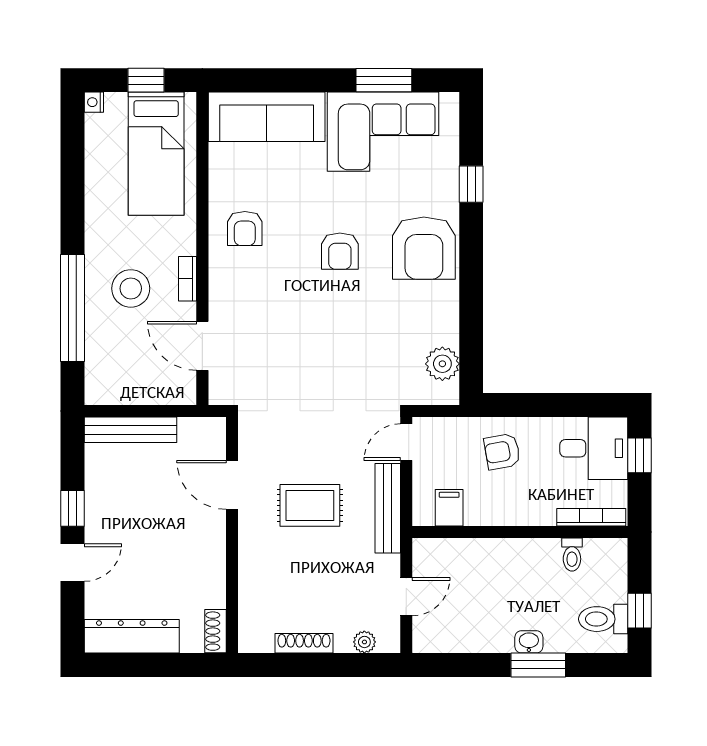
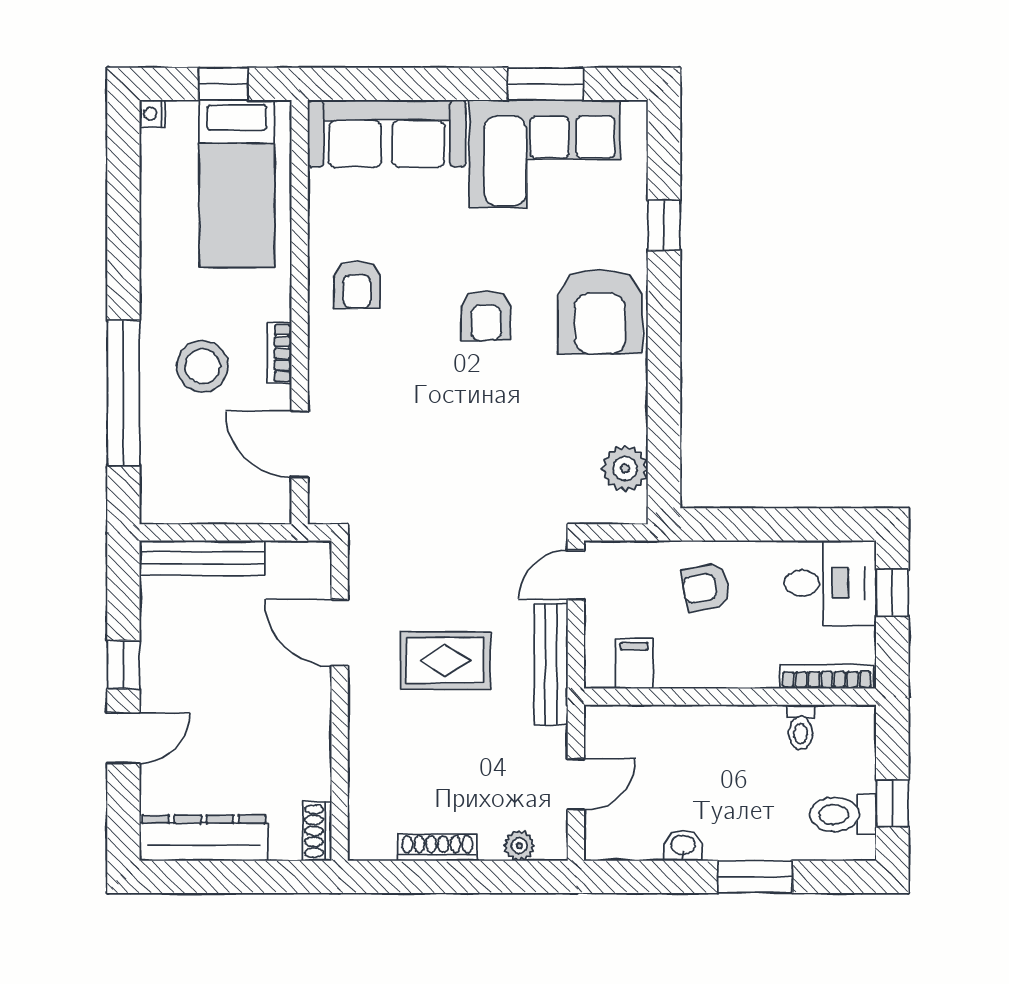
washbasin: (529, 642) -> (683, 846), moved

